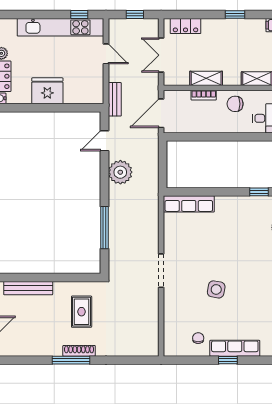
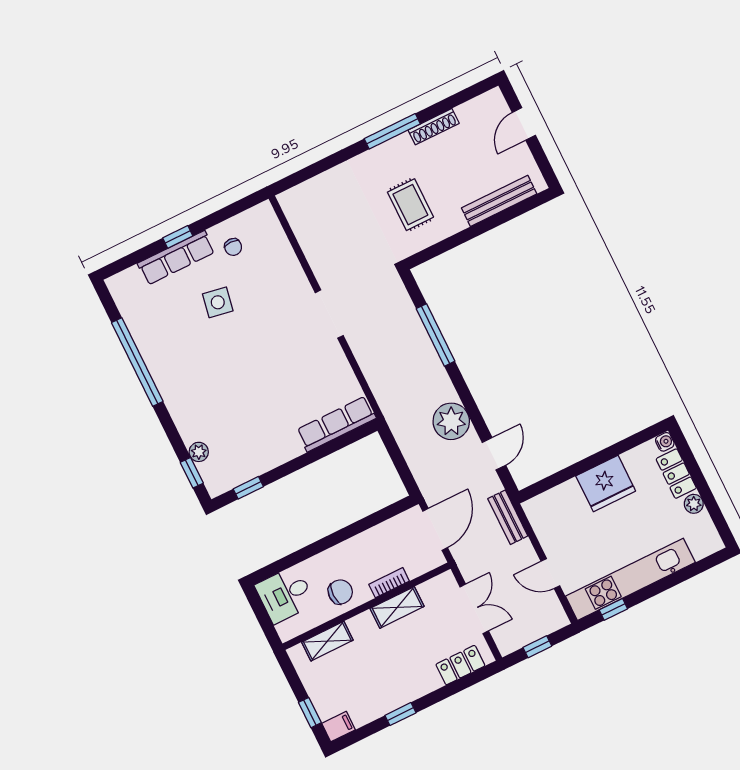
side table: (216, 289) -> (218, 302), moved
shoe rack: (79, 351) -> (434, 127), moved

